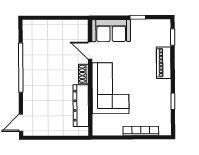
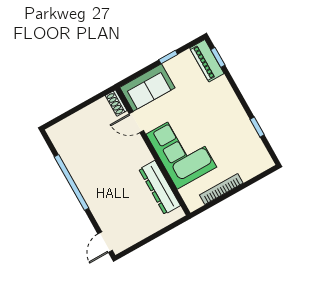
piano: (164, 63) -> (207, 61), moved
shoe rack: (83, 74) -> (116, 103), moved
bookcase: (141, 131) -> (221, 189), moved

